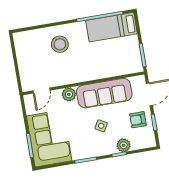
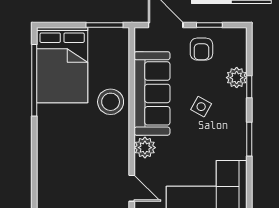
bed: (112, 27) -> (62, 65), width x1.50
stool: (60, 44) -> (111, 102), moved

